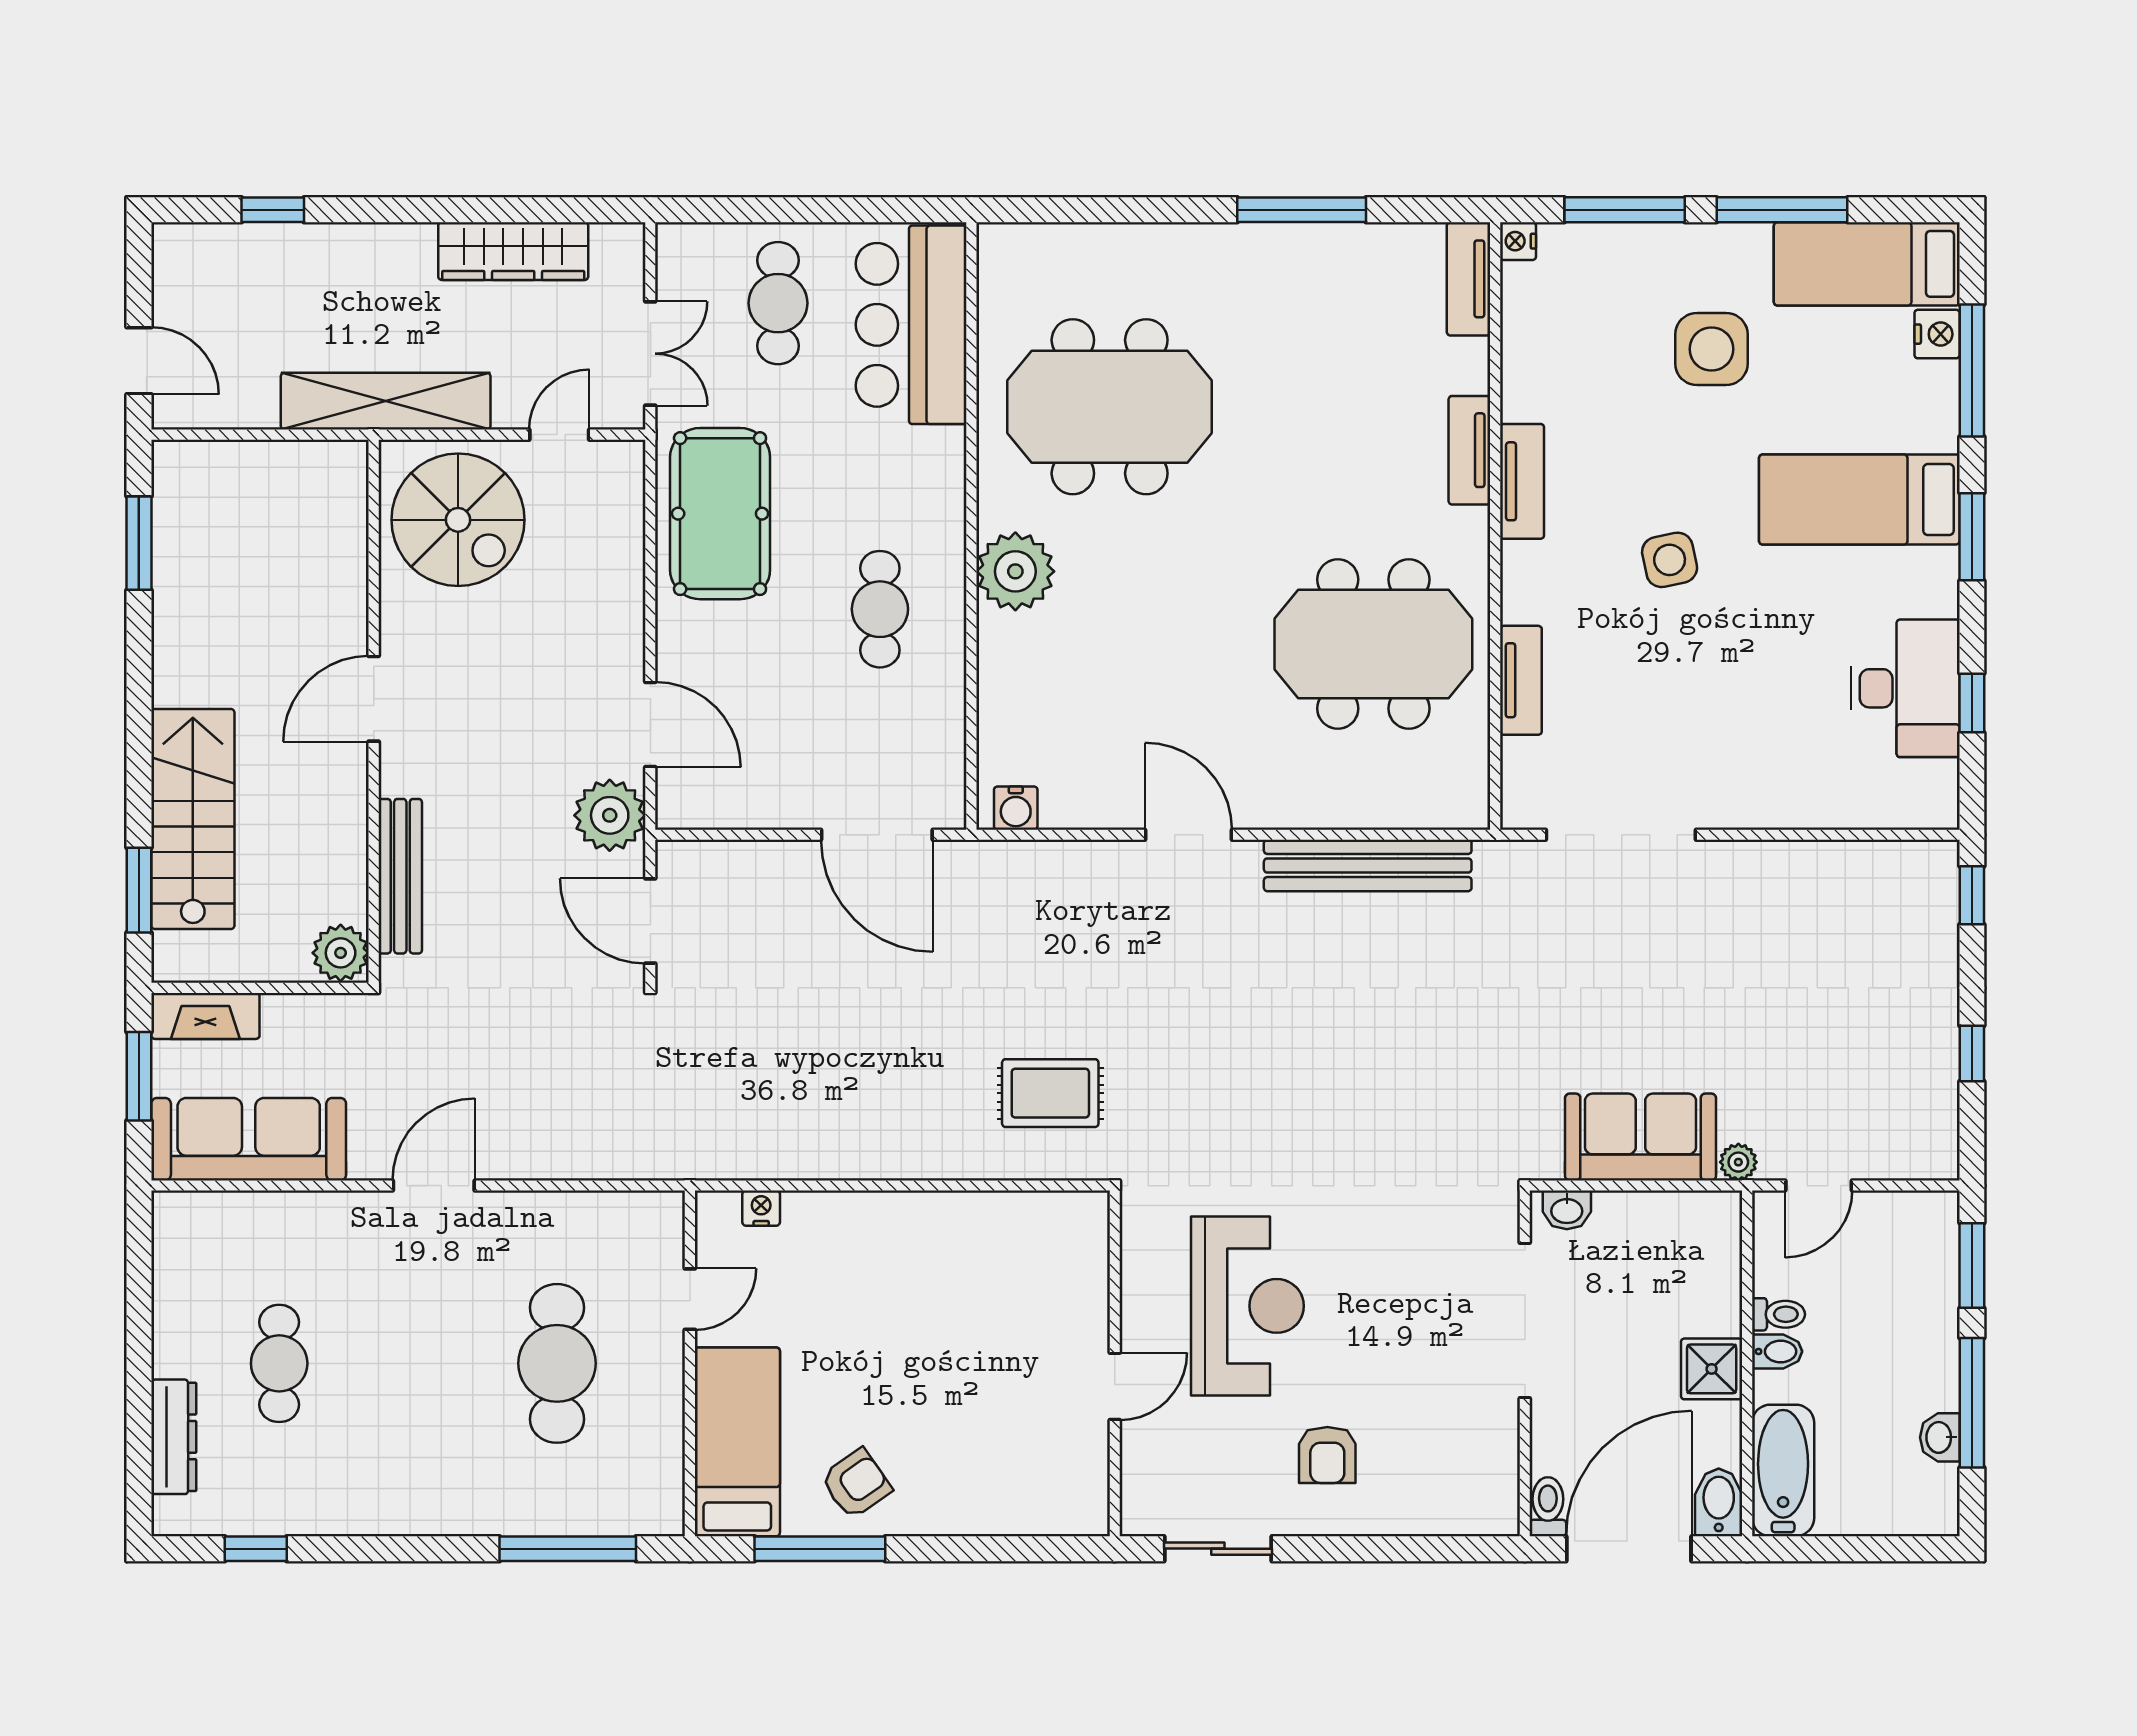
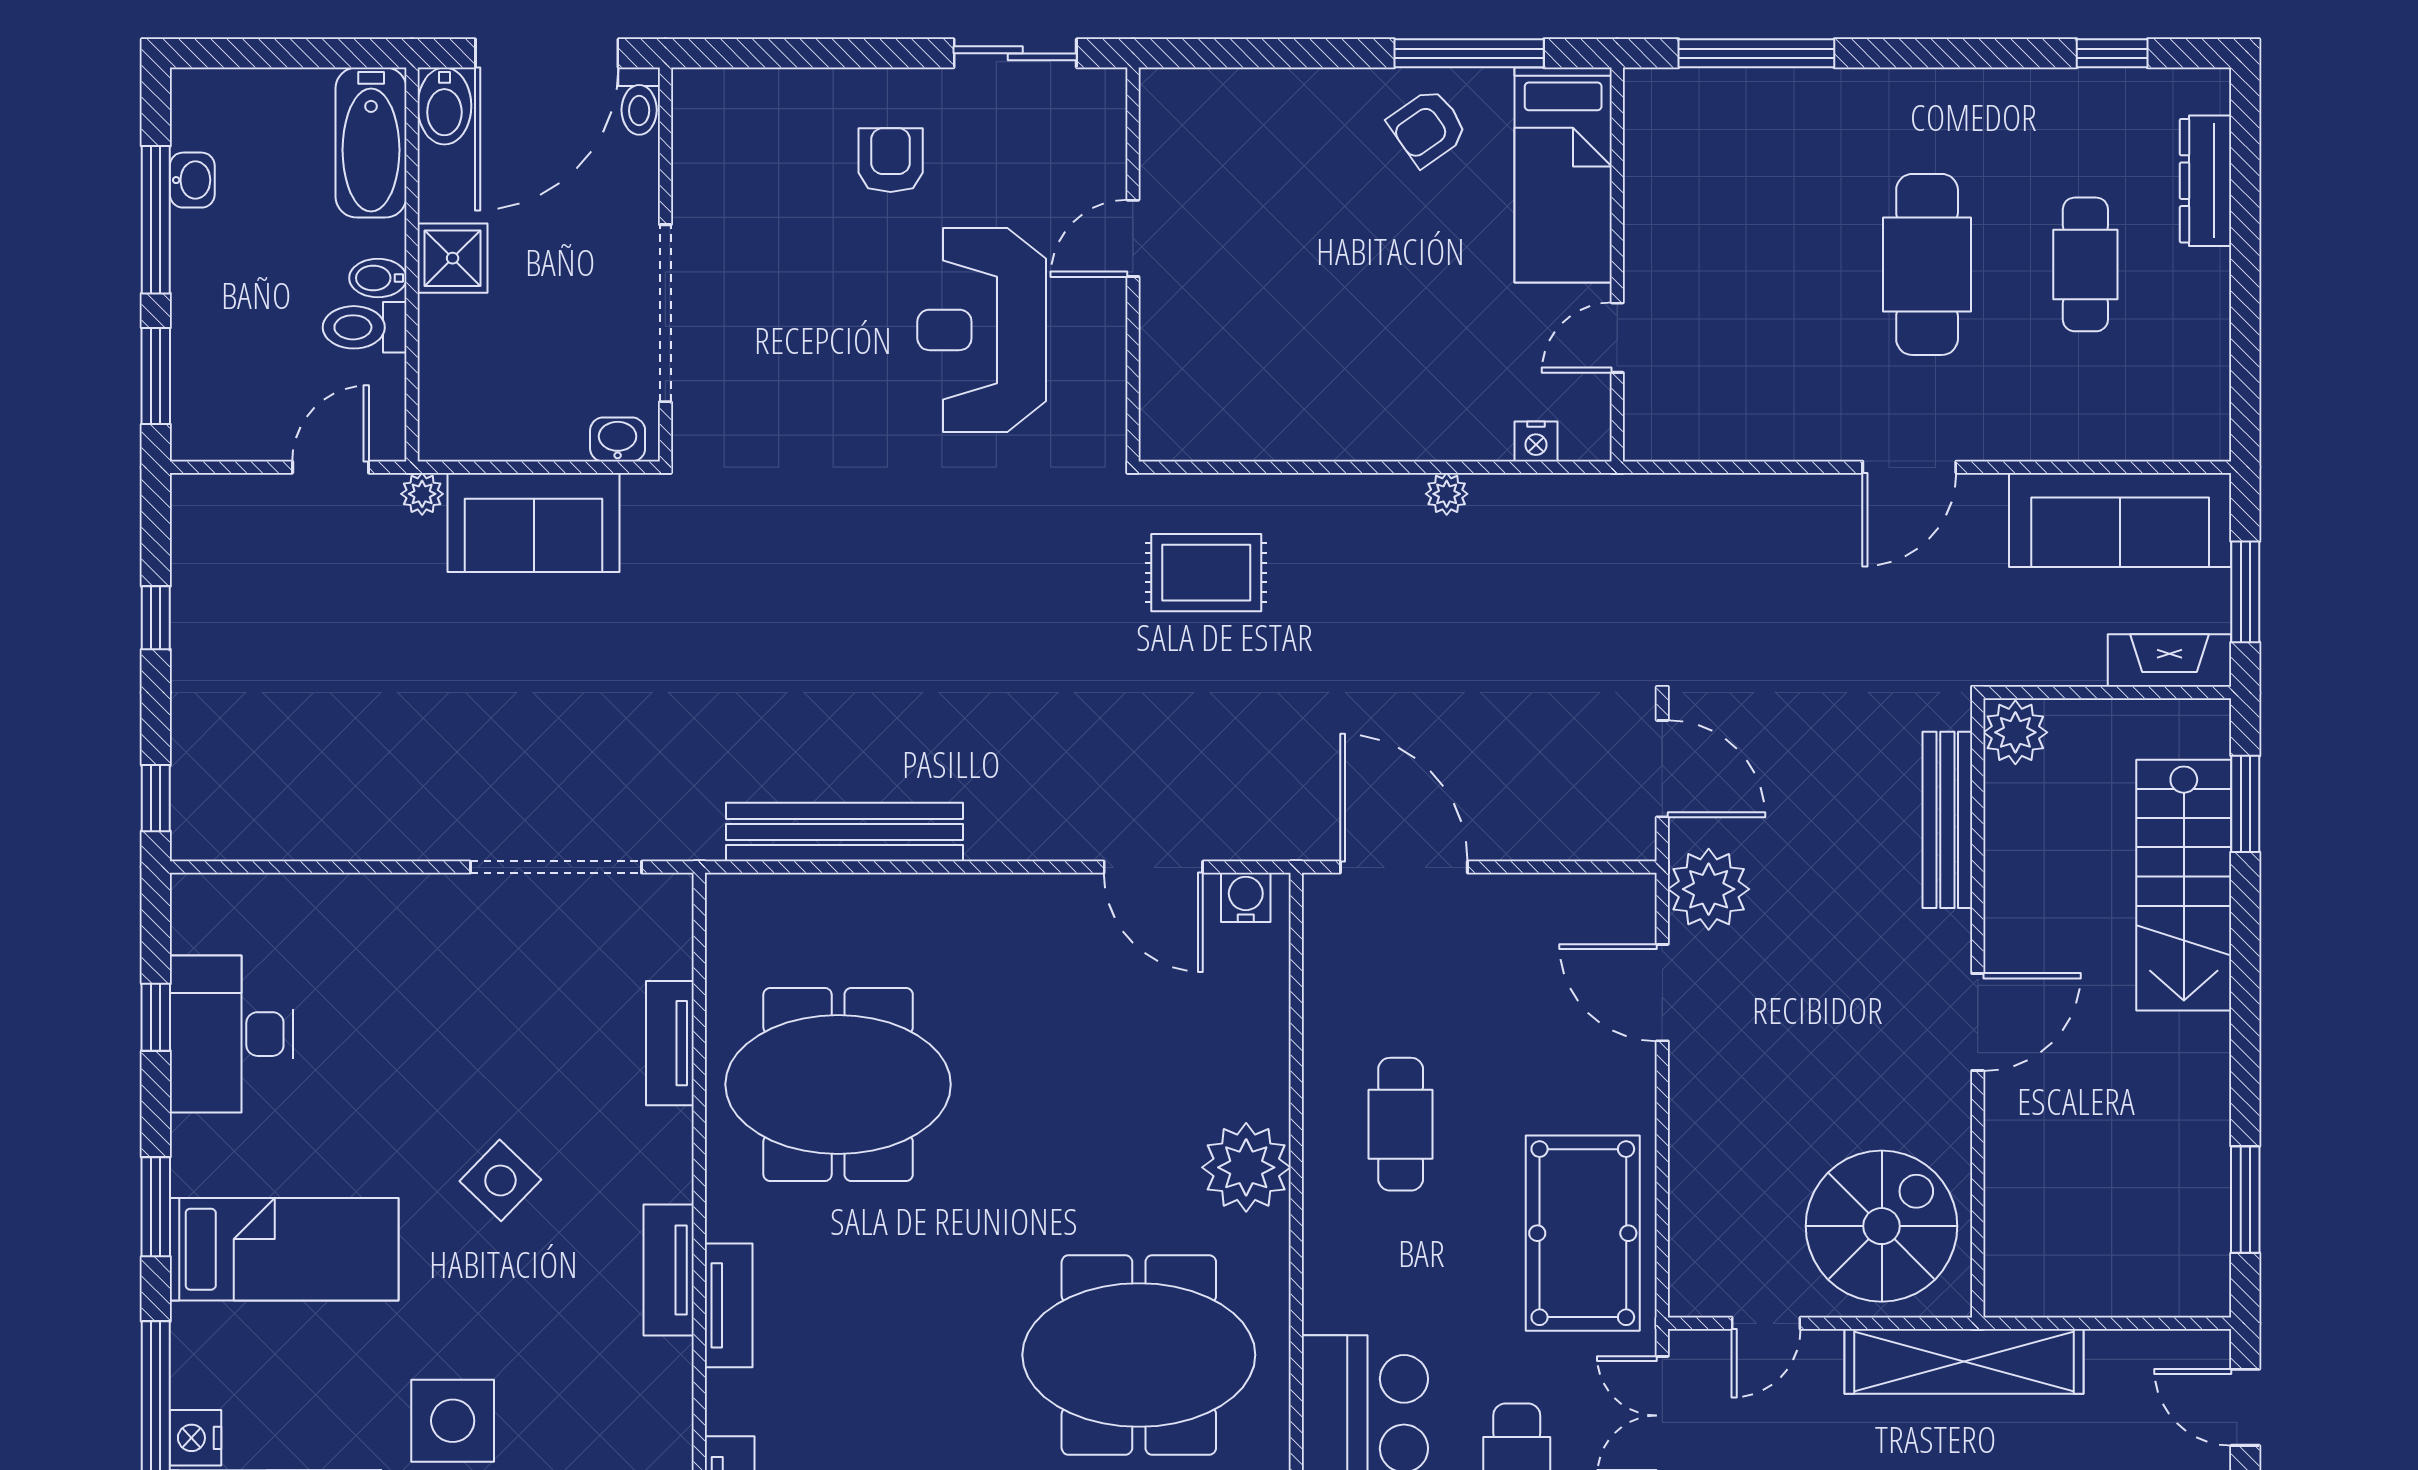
spiral stairs: (458, 520) -> (1882, 1226), turned 90
side table: (1670, 560) -> (500, 1180), turned -34
door: (1189, 835) -> (1153, 867), moved
plant: (839, 1162) -> (1447, 494), added
toilet: (1778, 1314) -> (365, 327), width x1.37, depth x1.39
cafe table: (557, 1363) -> (1927, 264), moved

